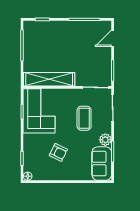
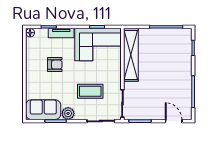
tv unit: (28, 146) -> (61, 33), added
armchair: (58, 152) -> (55, 65), turned -116

